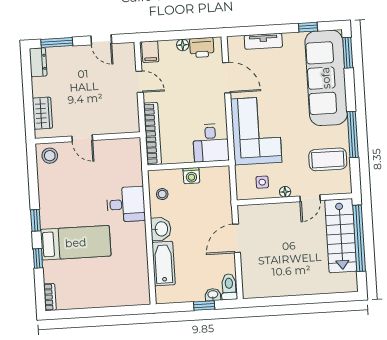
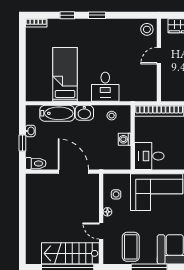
door: (236, 238) -> (73, 172), width x1.36
bed: (76, 243) -> (65, 74), moved, turned 180
washbasin: (213, 295) -> (30, 131), moved

